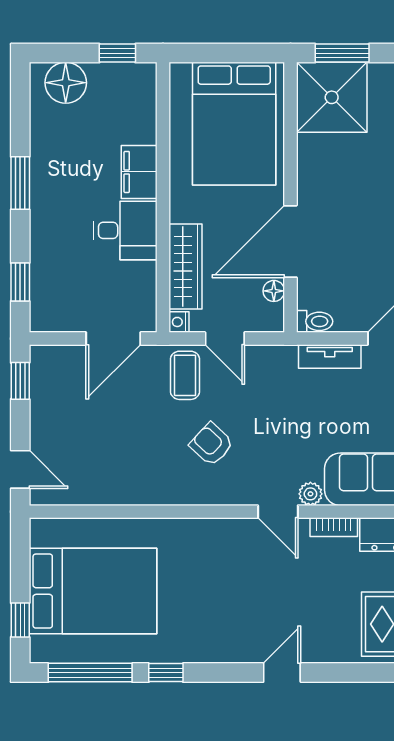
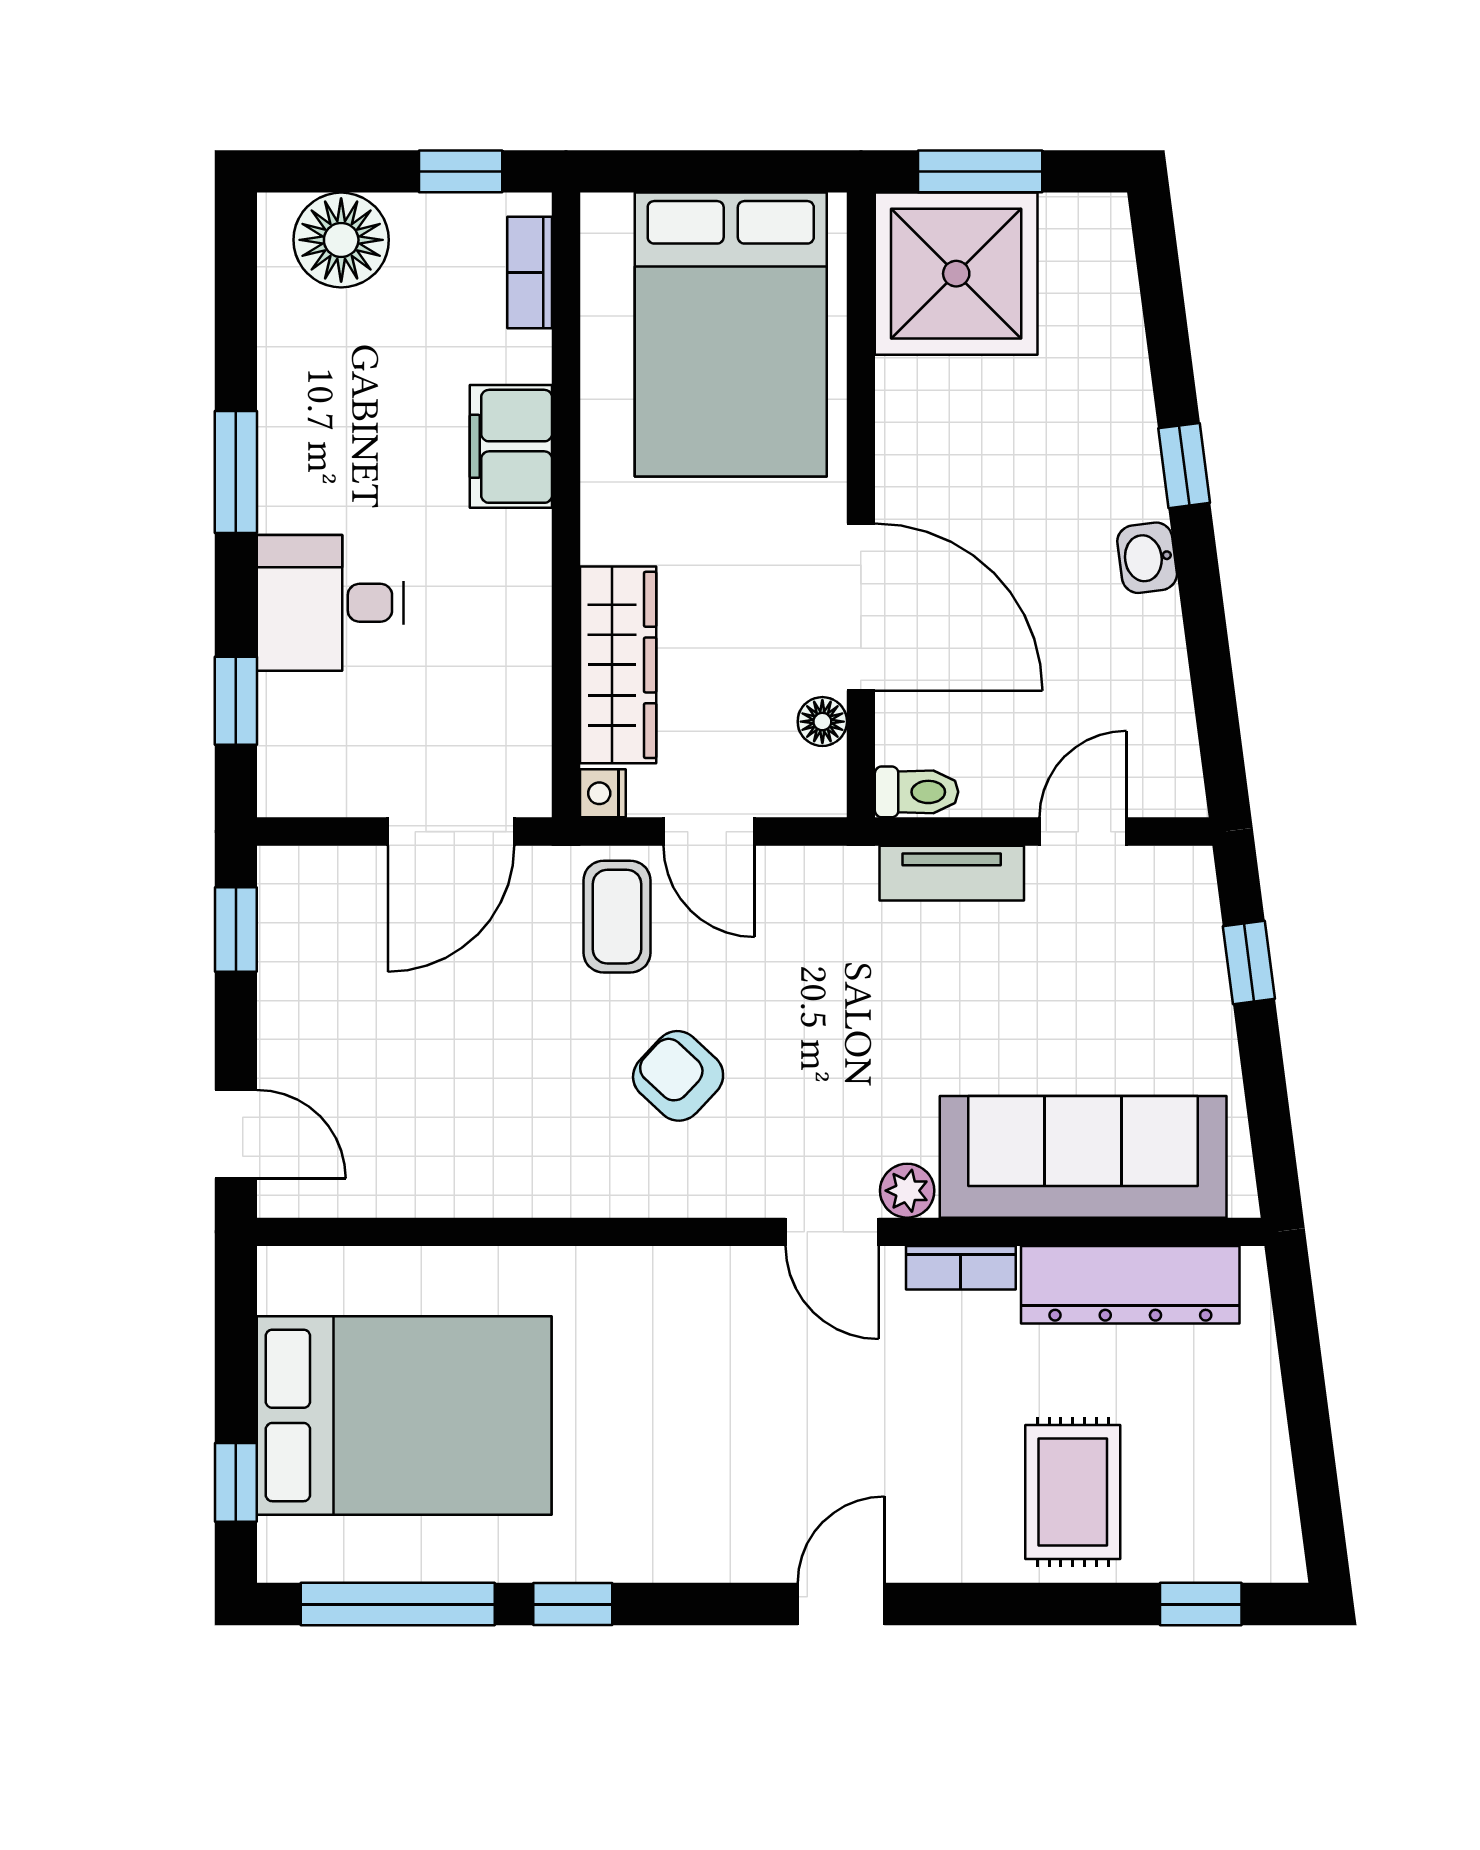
bookcase: (147, 97) -> (530, 273), added
desk: (125, 230) -> (330, 603), moved, turned 180
door: (290, 241) -> (861, 607), swing flipped

